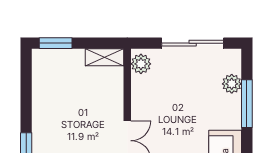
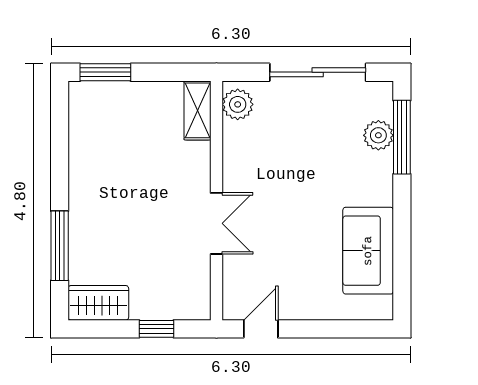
shelving: (105, 57) -> (197, 110), moved, turned 90
window: (247, 104) -> (402, 137), moved

